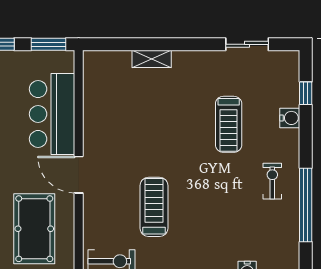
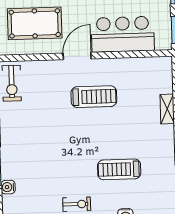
treadmill: (154, 207) -> (94, 97), moved

